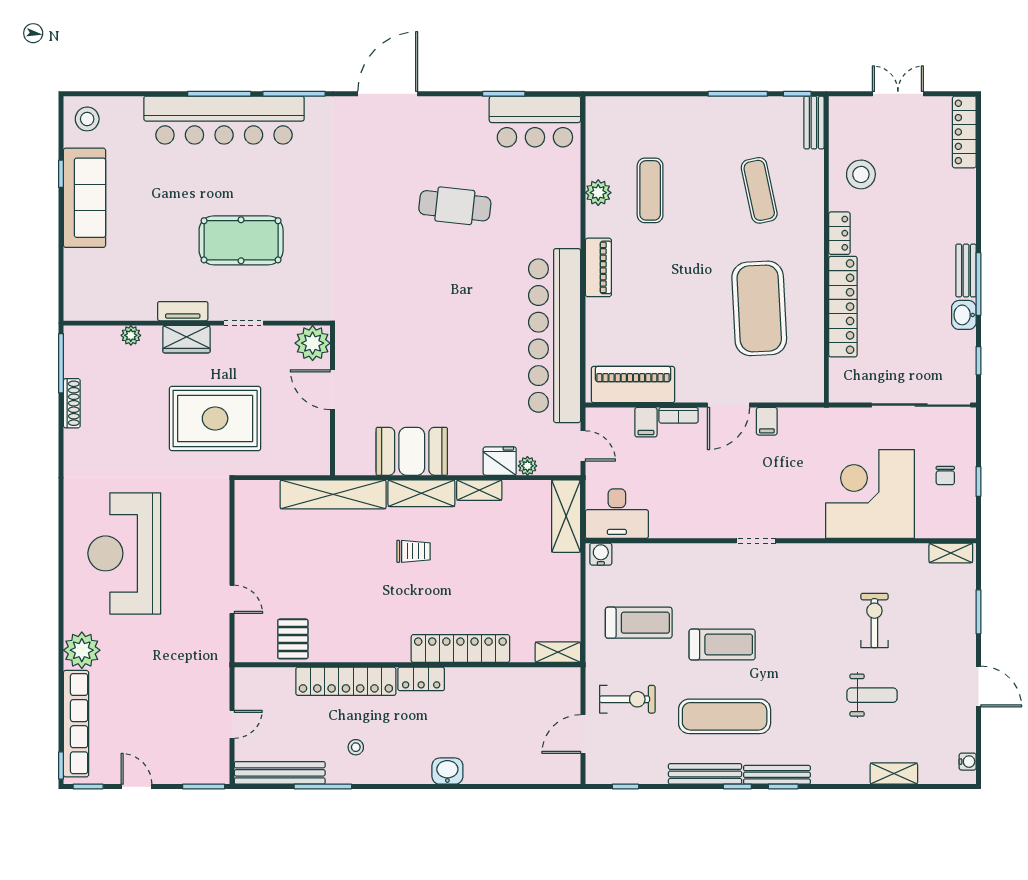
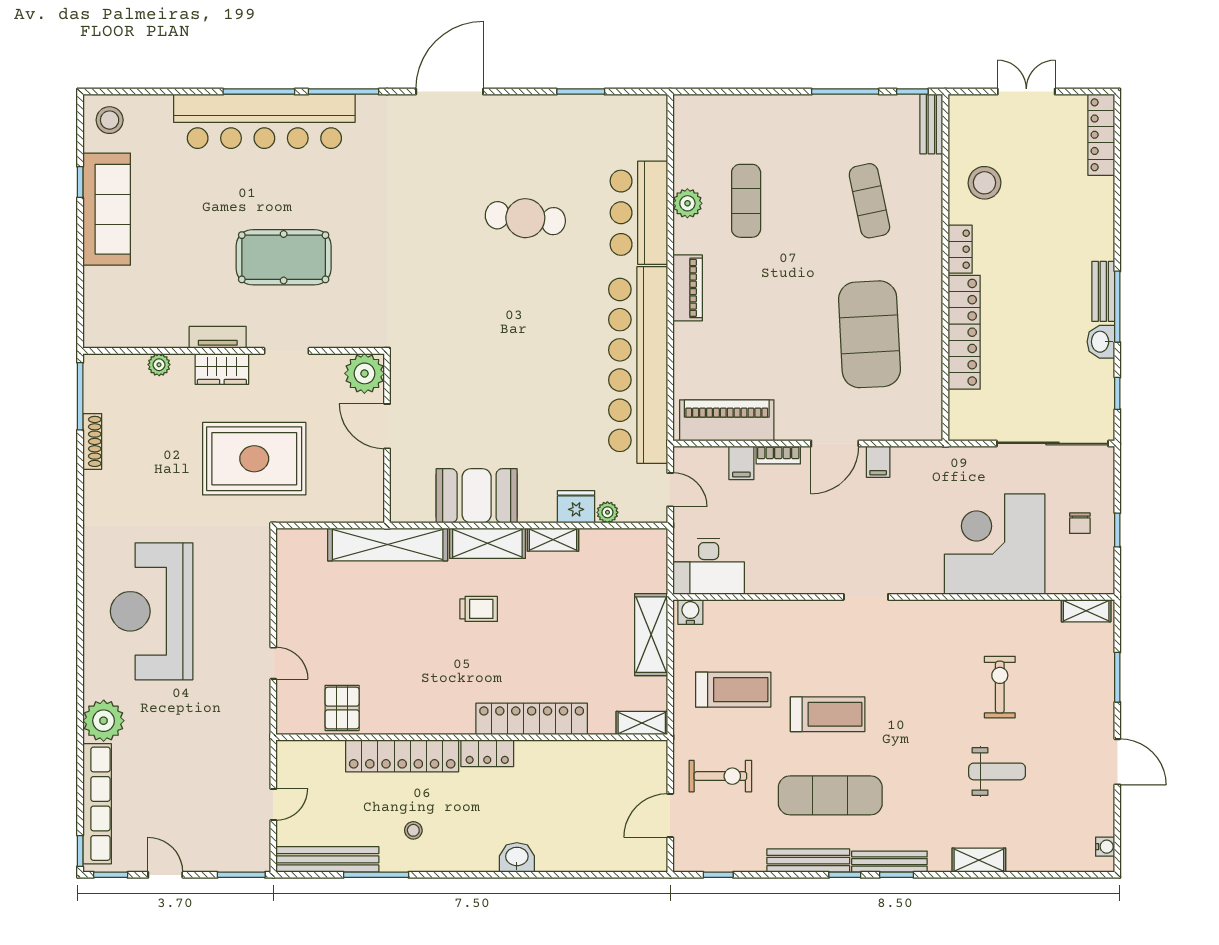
bar counter: (535, 122) -> (639, 213), moved, turned 90
shelving: (566, 516) -> (651, 635), moved
shelving: (894, 774) -> (979, 860), moved

